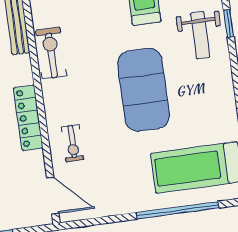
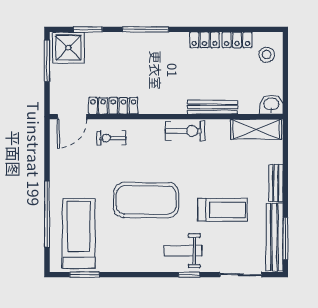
locker: (28, 118) -> (113, 106), moved

